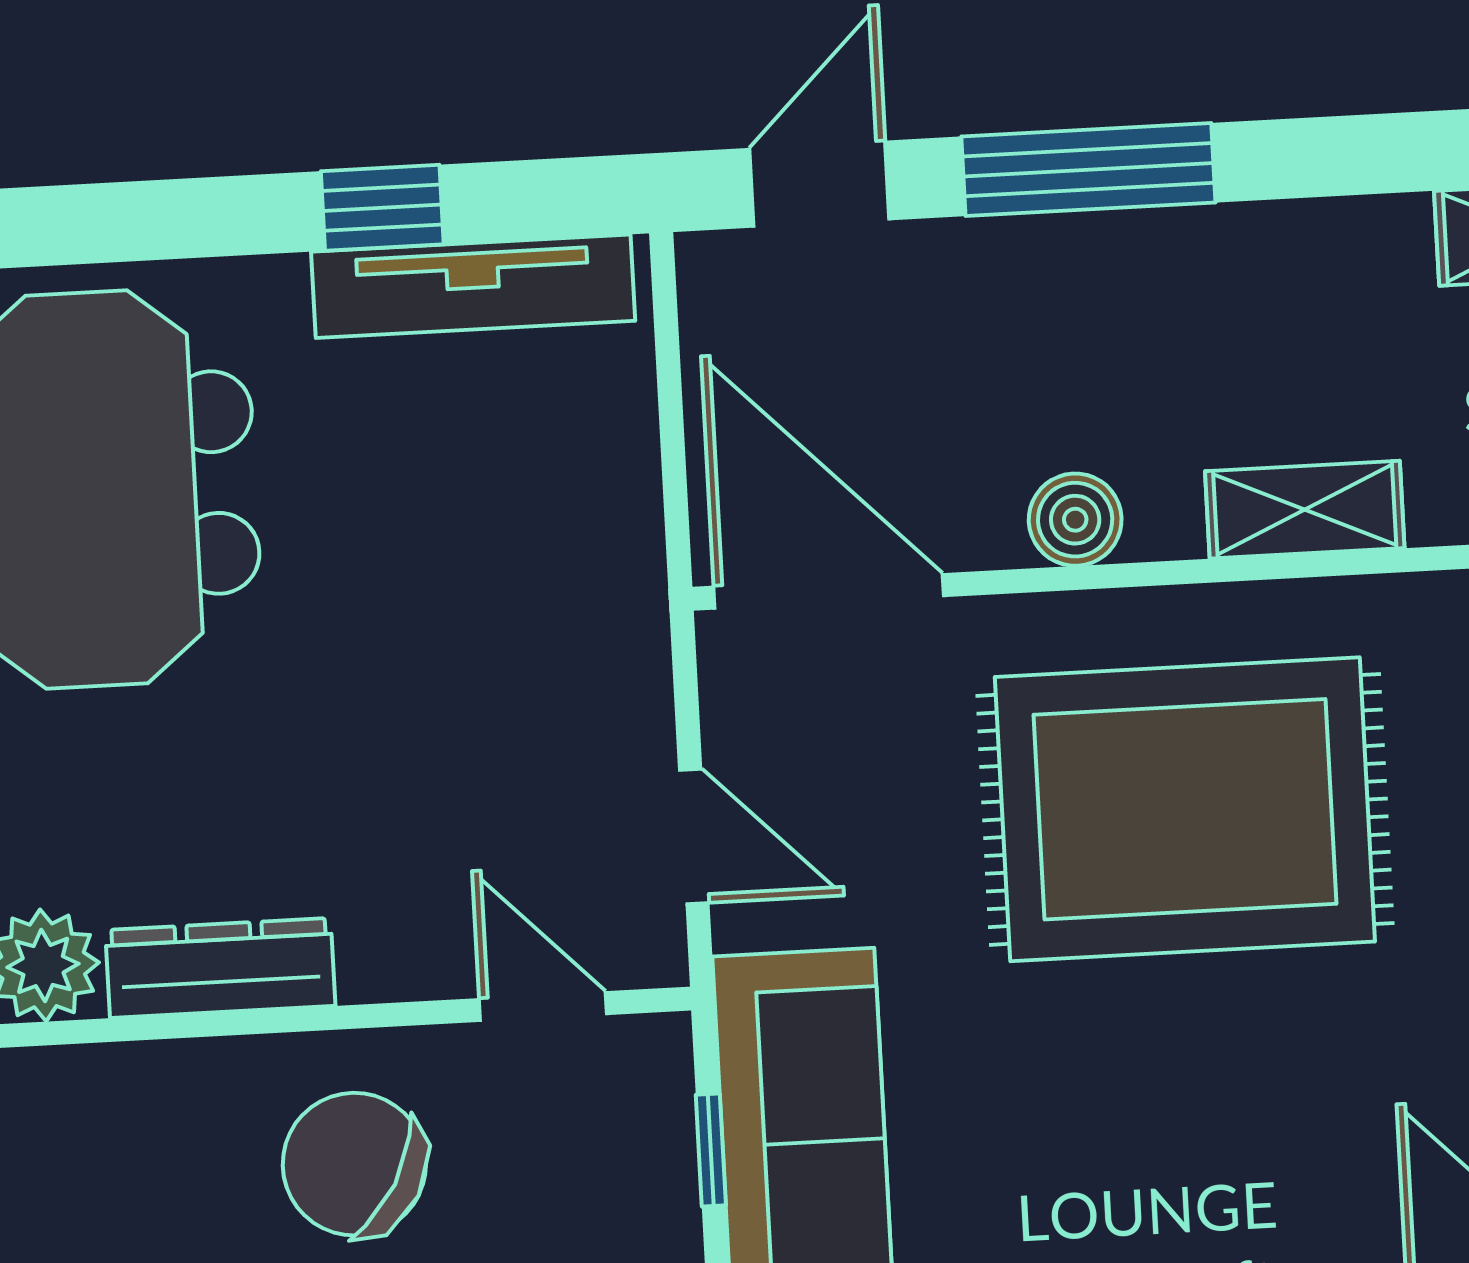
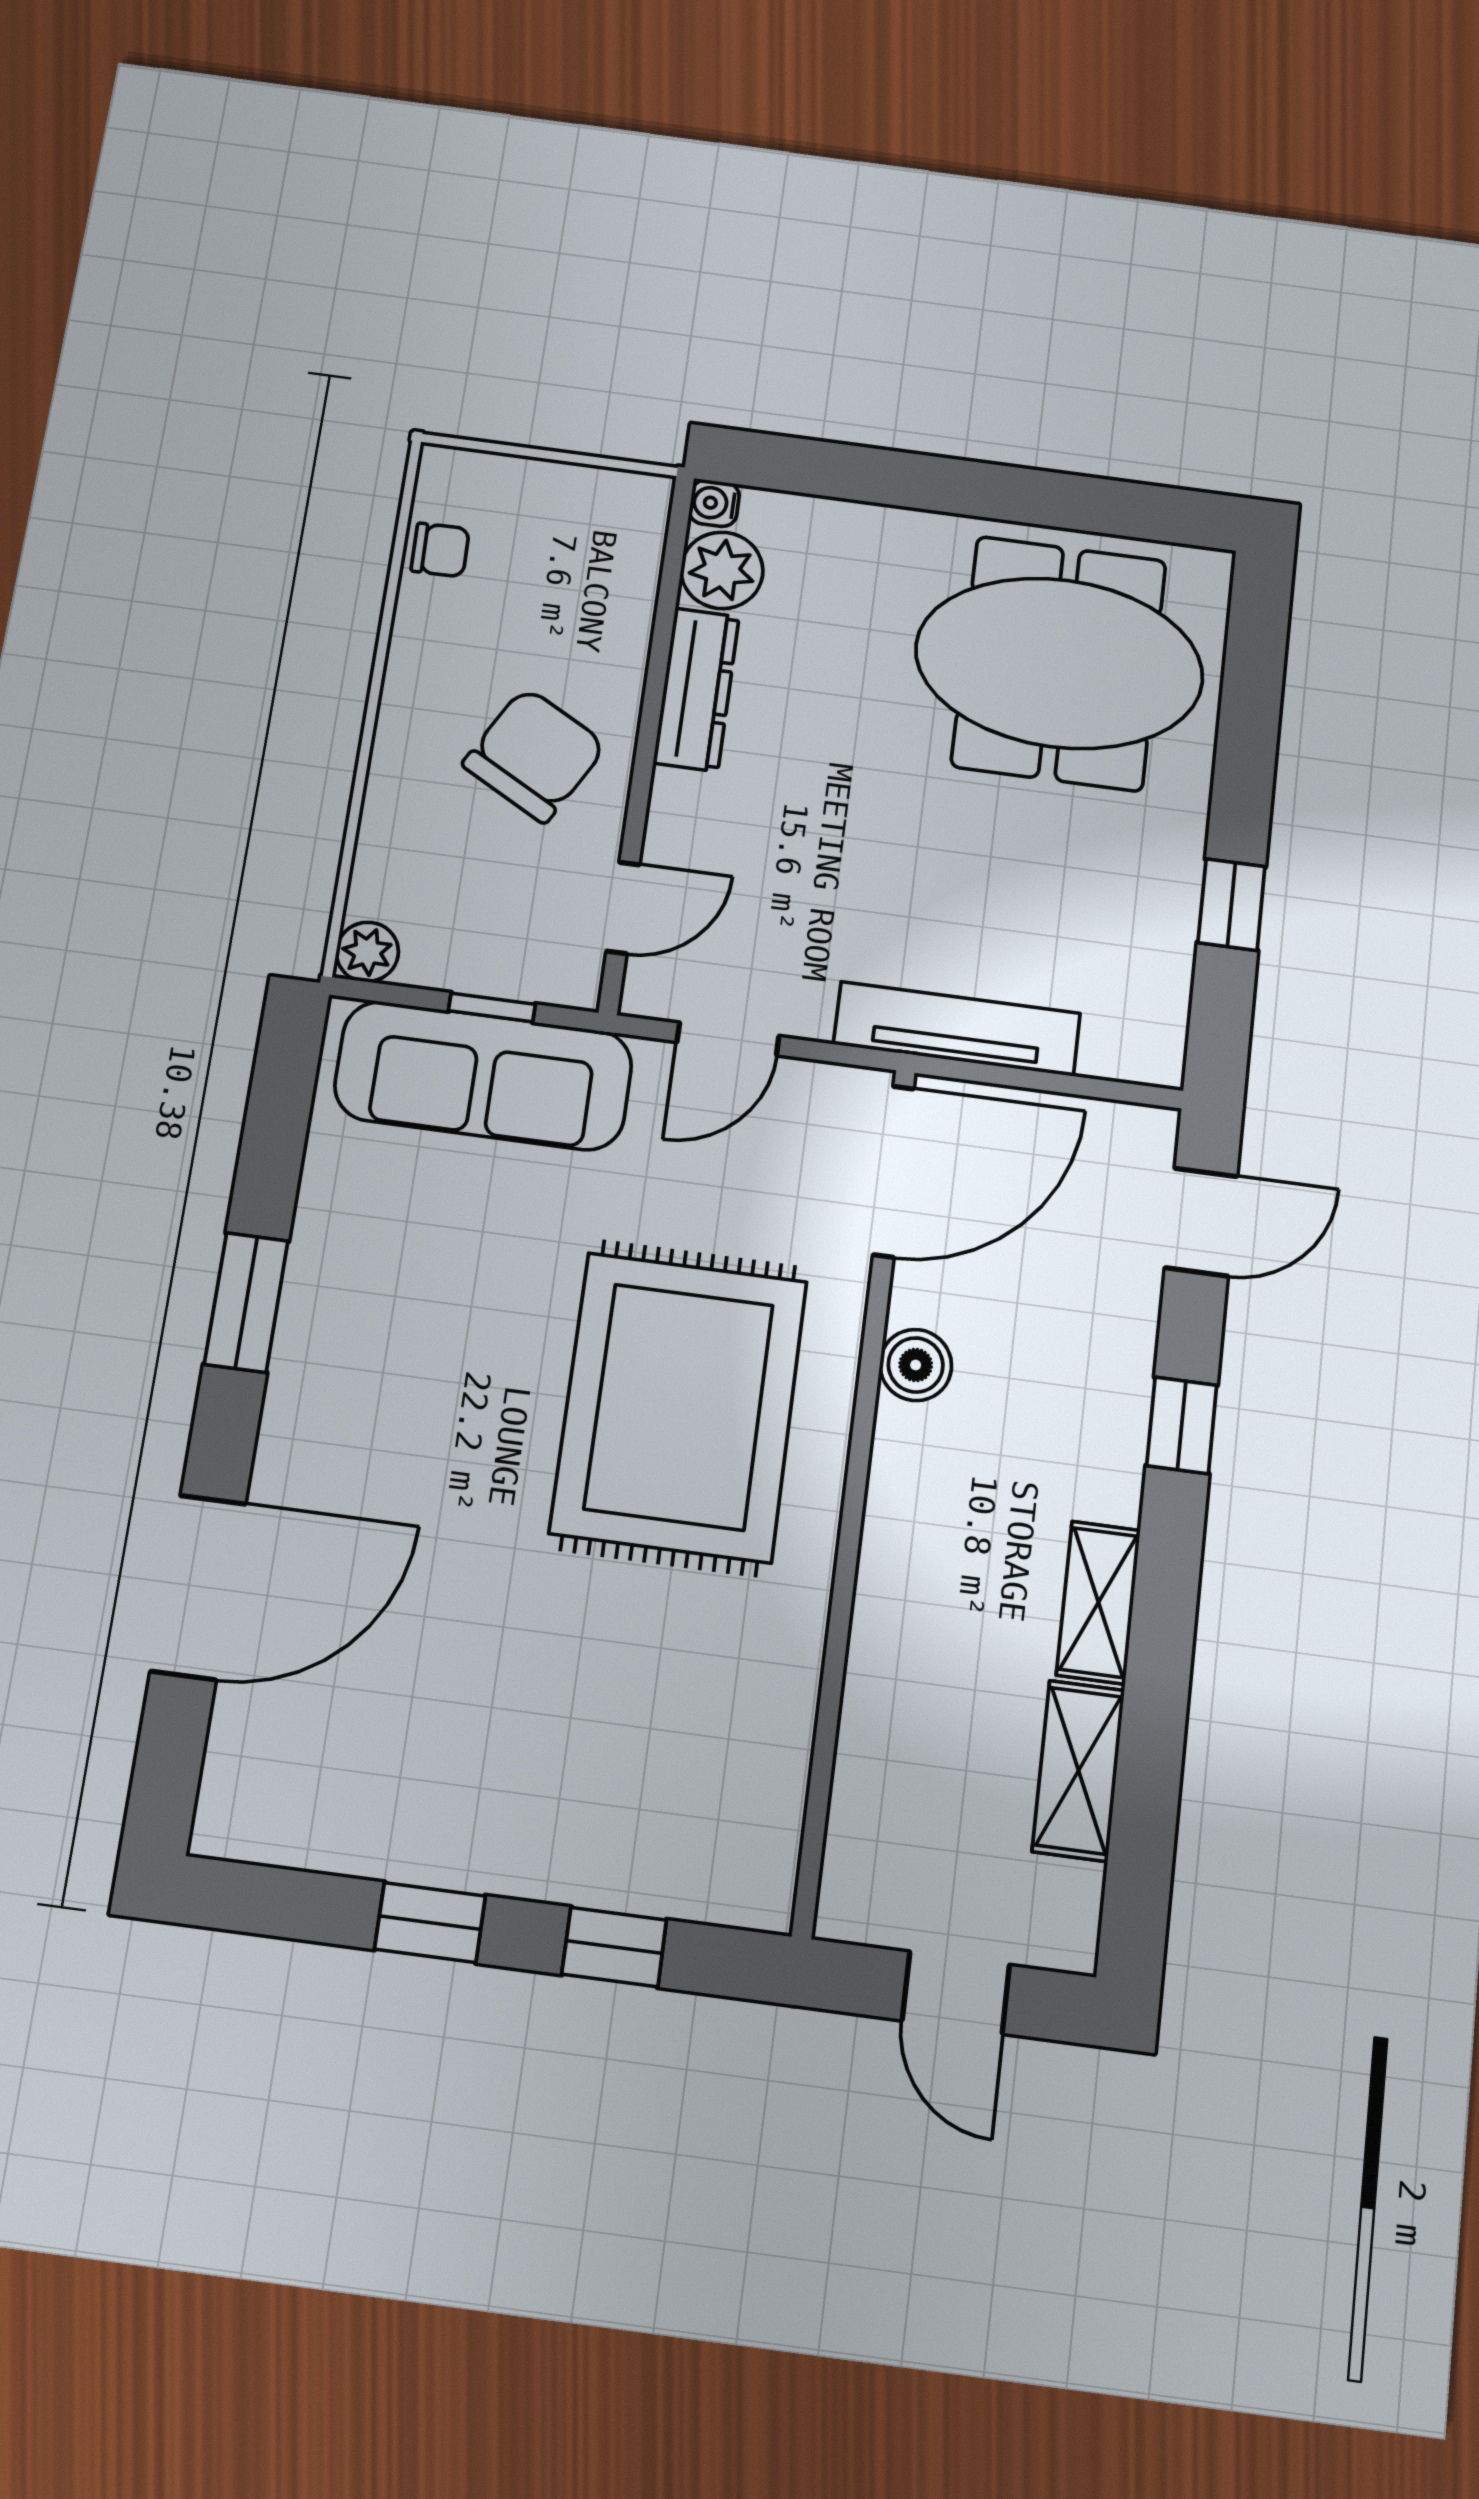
window: (1088, 170) -> (1182, 1425), width x0.46
door: (819, 184) -> (1201, 1222), hinge flipped
tv unit: (473, 286) -> (957, 1029), moved, turned 90
shelving: (1305, 510) -> (1098, 1602), moved

